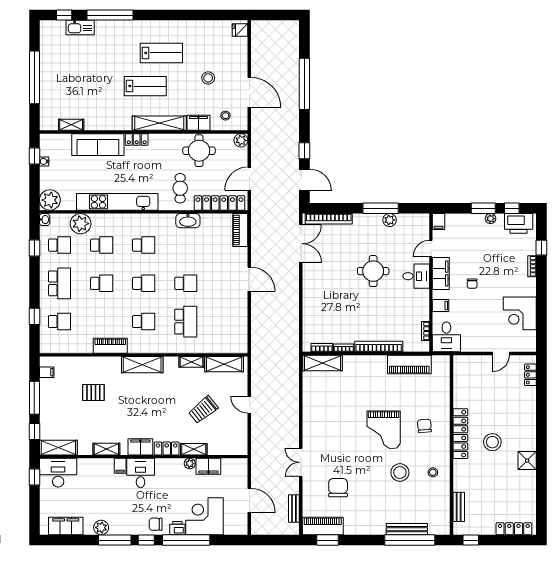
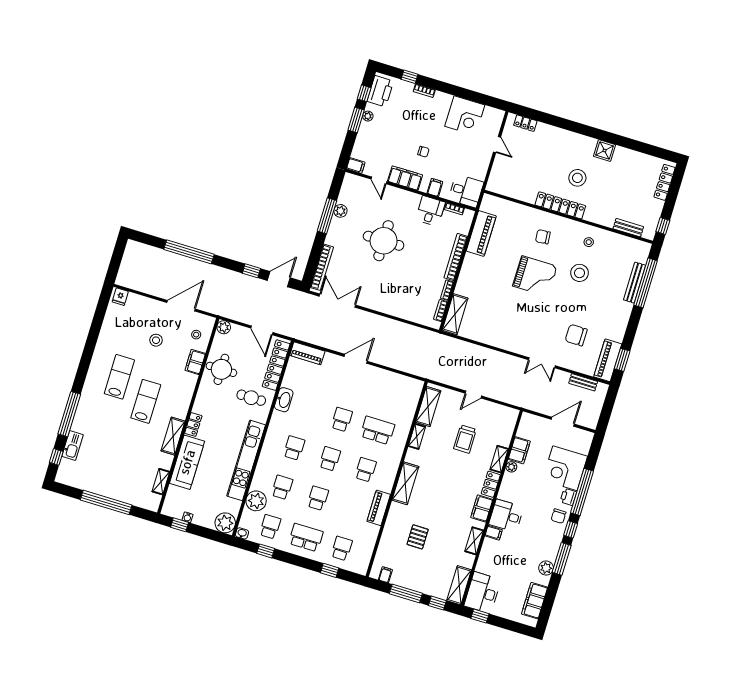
shelving: (159, 123) -> (173, 436), moved, width x0.68
round table: (373, 271) -> (384, 241), width x1.36, depth x1.36
desk: (416, 276) -> (430, 211), moved
trolley: (203, 410) -> (465, 439), turned 39

